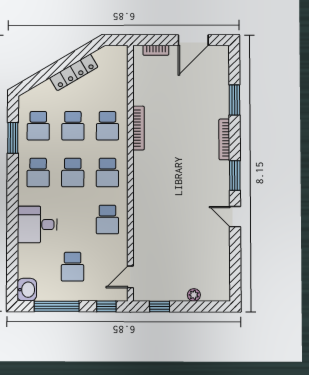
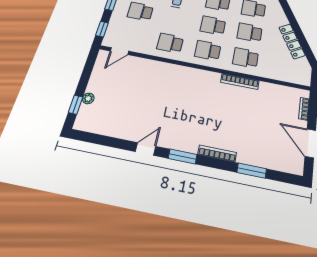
door: (130, 277) -> (119, 51), swing flipped
window: (160, 306) -> (76, 105), moved

